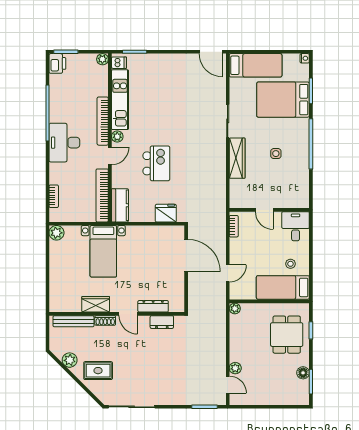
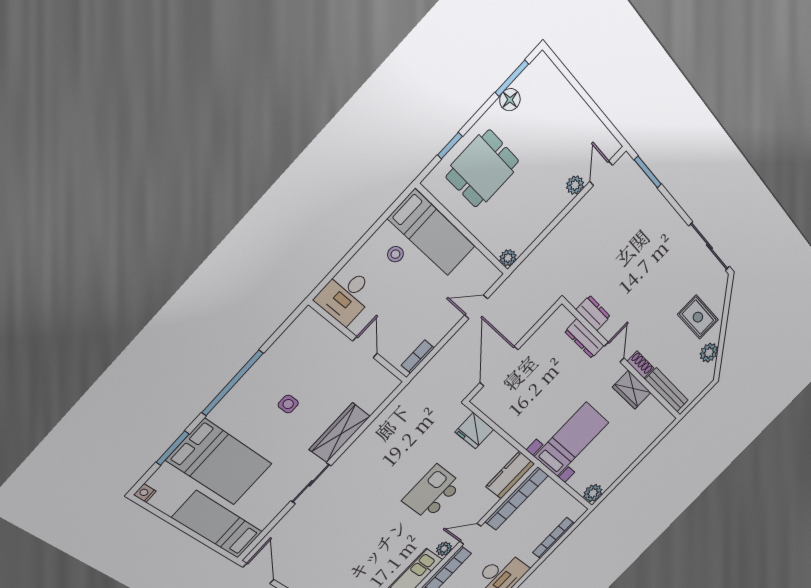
bookcase: (54, 196) -> (554, 538), width x1.56

